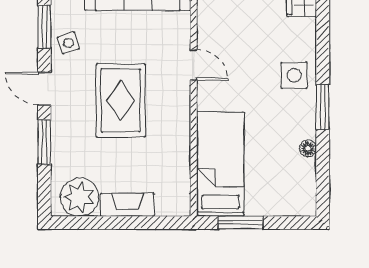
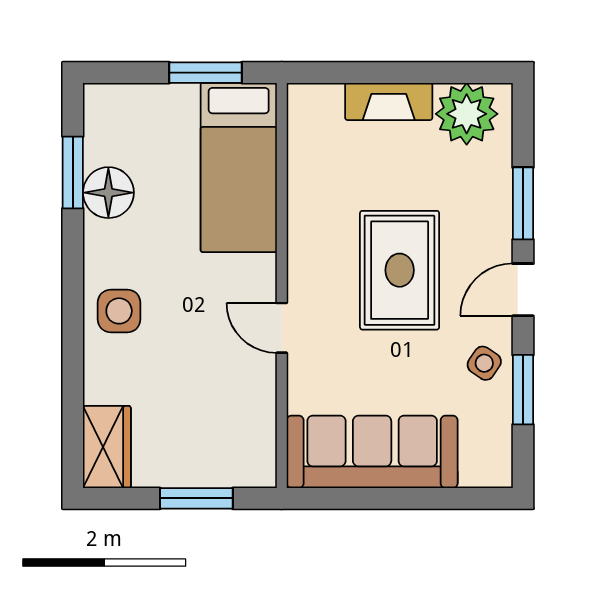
side table: (68, 43) -> (484, 363), turned -38
door: (44, 88) -> (523, 290), swing flipped
window: (323, 107) -> (73, 172), moved
floor lamp: (308, 149) -> (108, 193), width x1.89, depth x1.89

